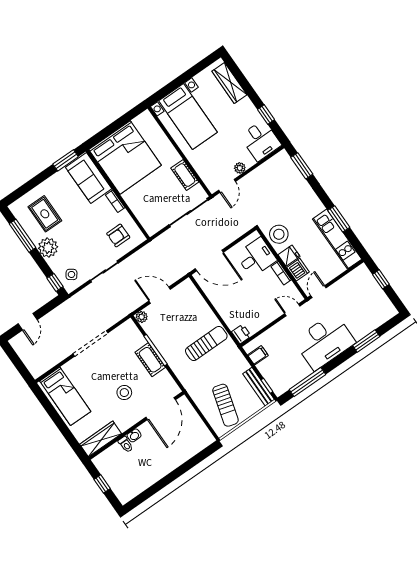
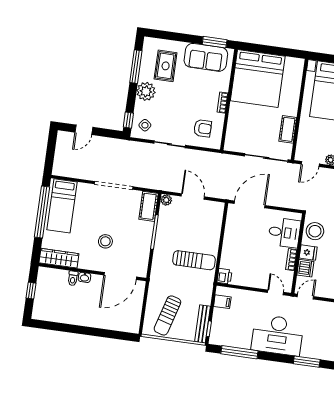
sofa: (89, 178) -> (206, 57), moved, turned -90
armchair: (118, 235) -> (203, 128), turned 180
door: (209, 260) -> (250, 204), swing flipped
cot: (150, 360) -> (149, 206), moved
window: (54, 415) -> (42, 212), added

